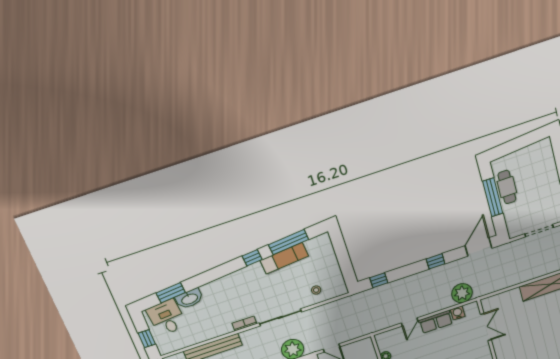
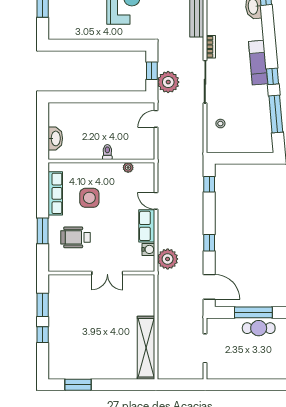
exam couch: (284, 258) -> (258, 63), moved
double door: (486, 327) -> (107, 273), moved

